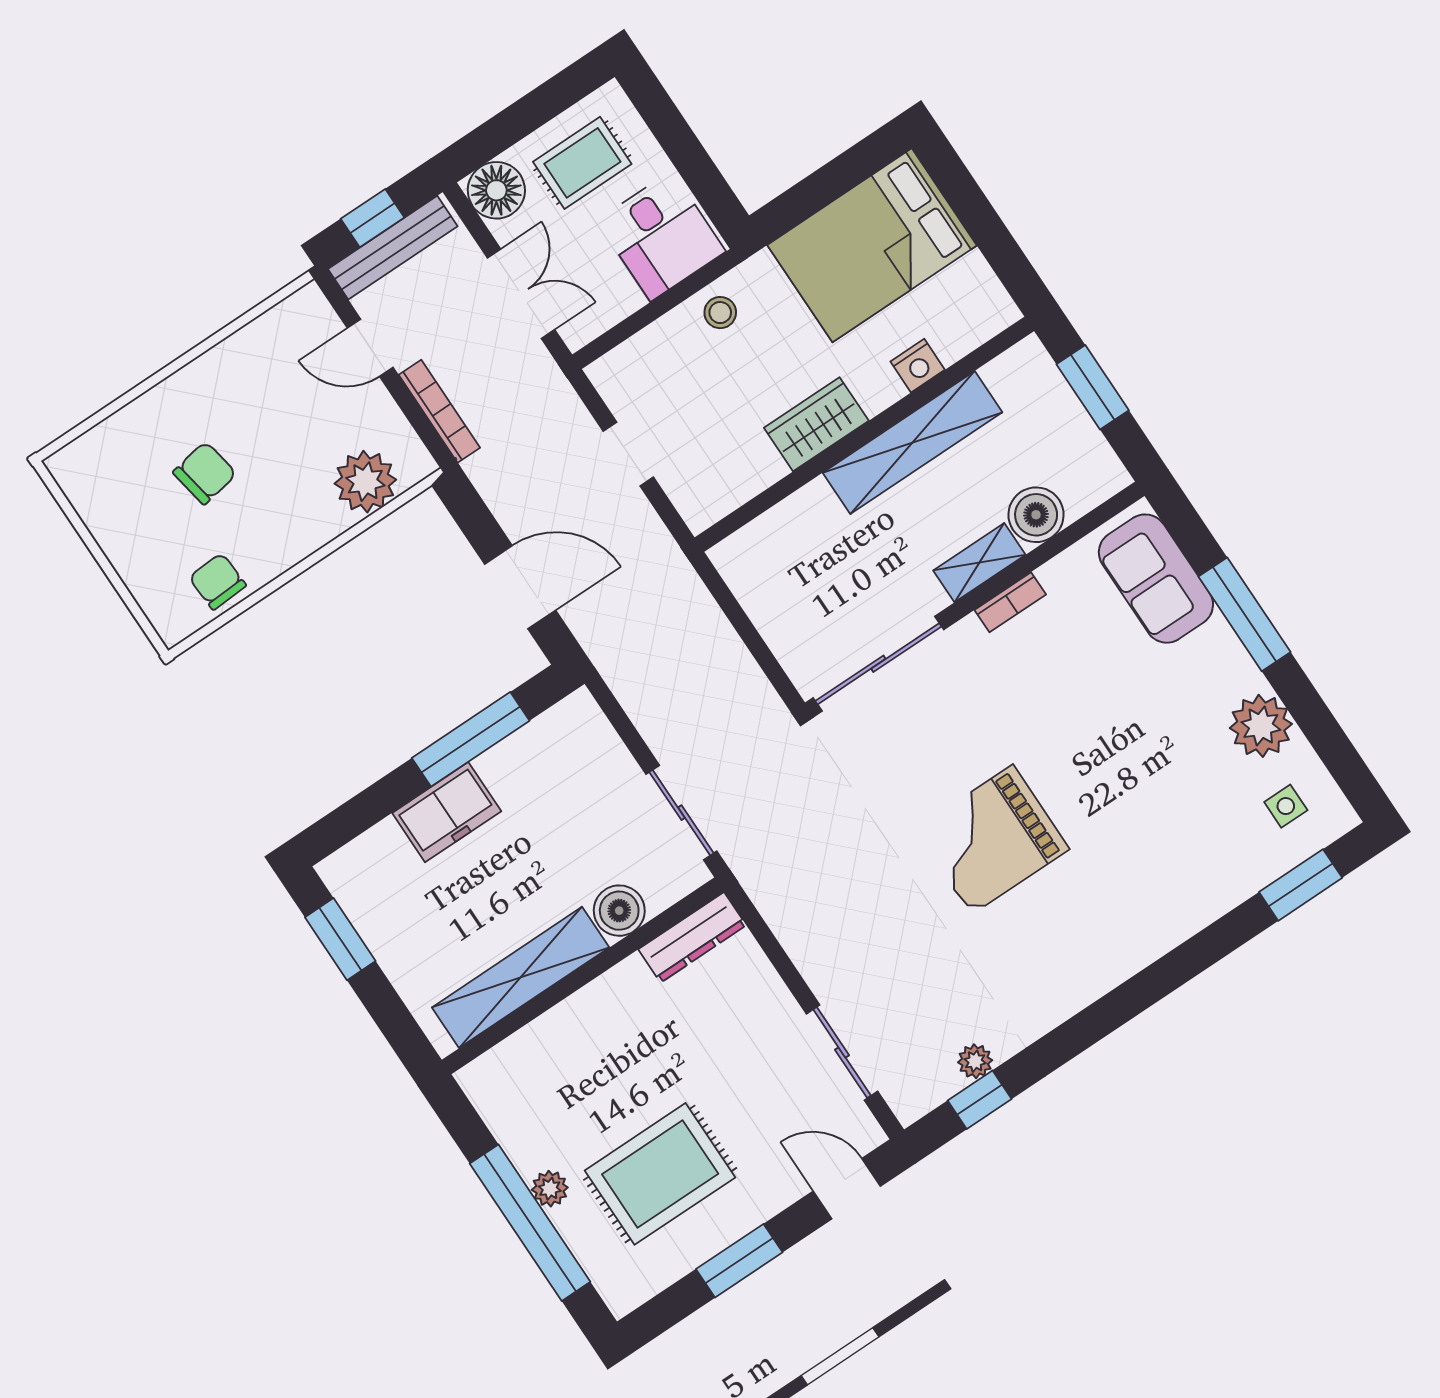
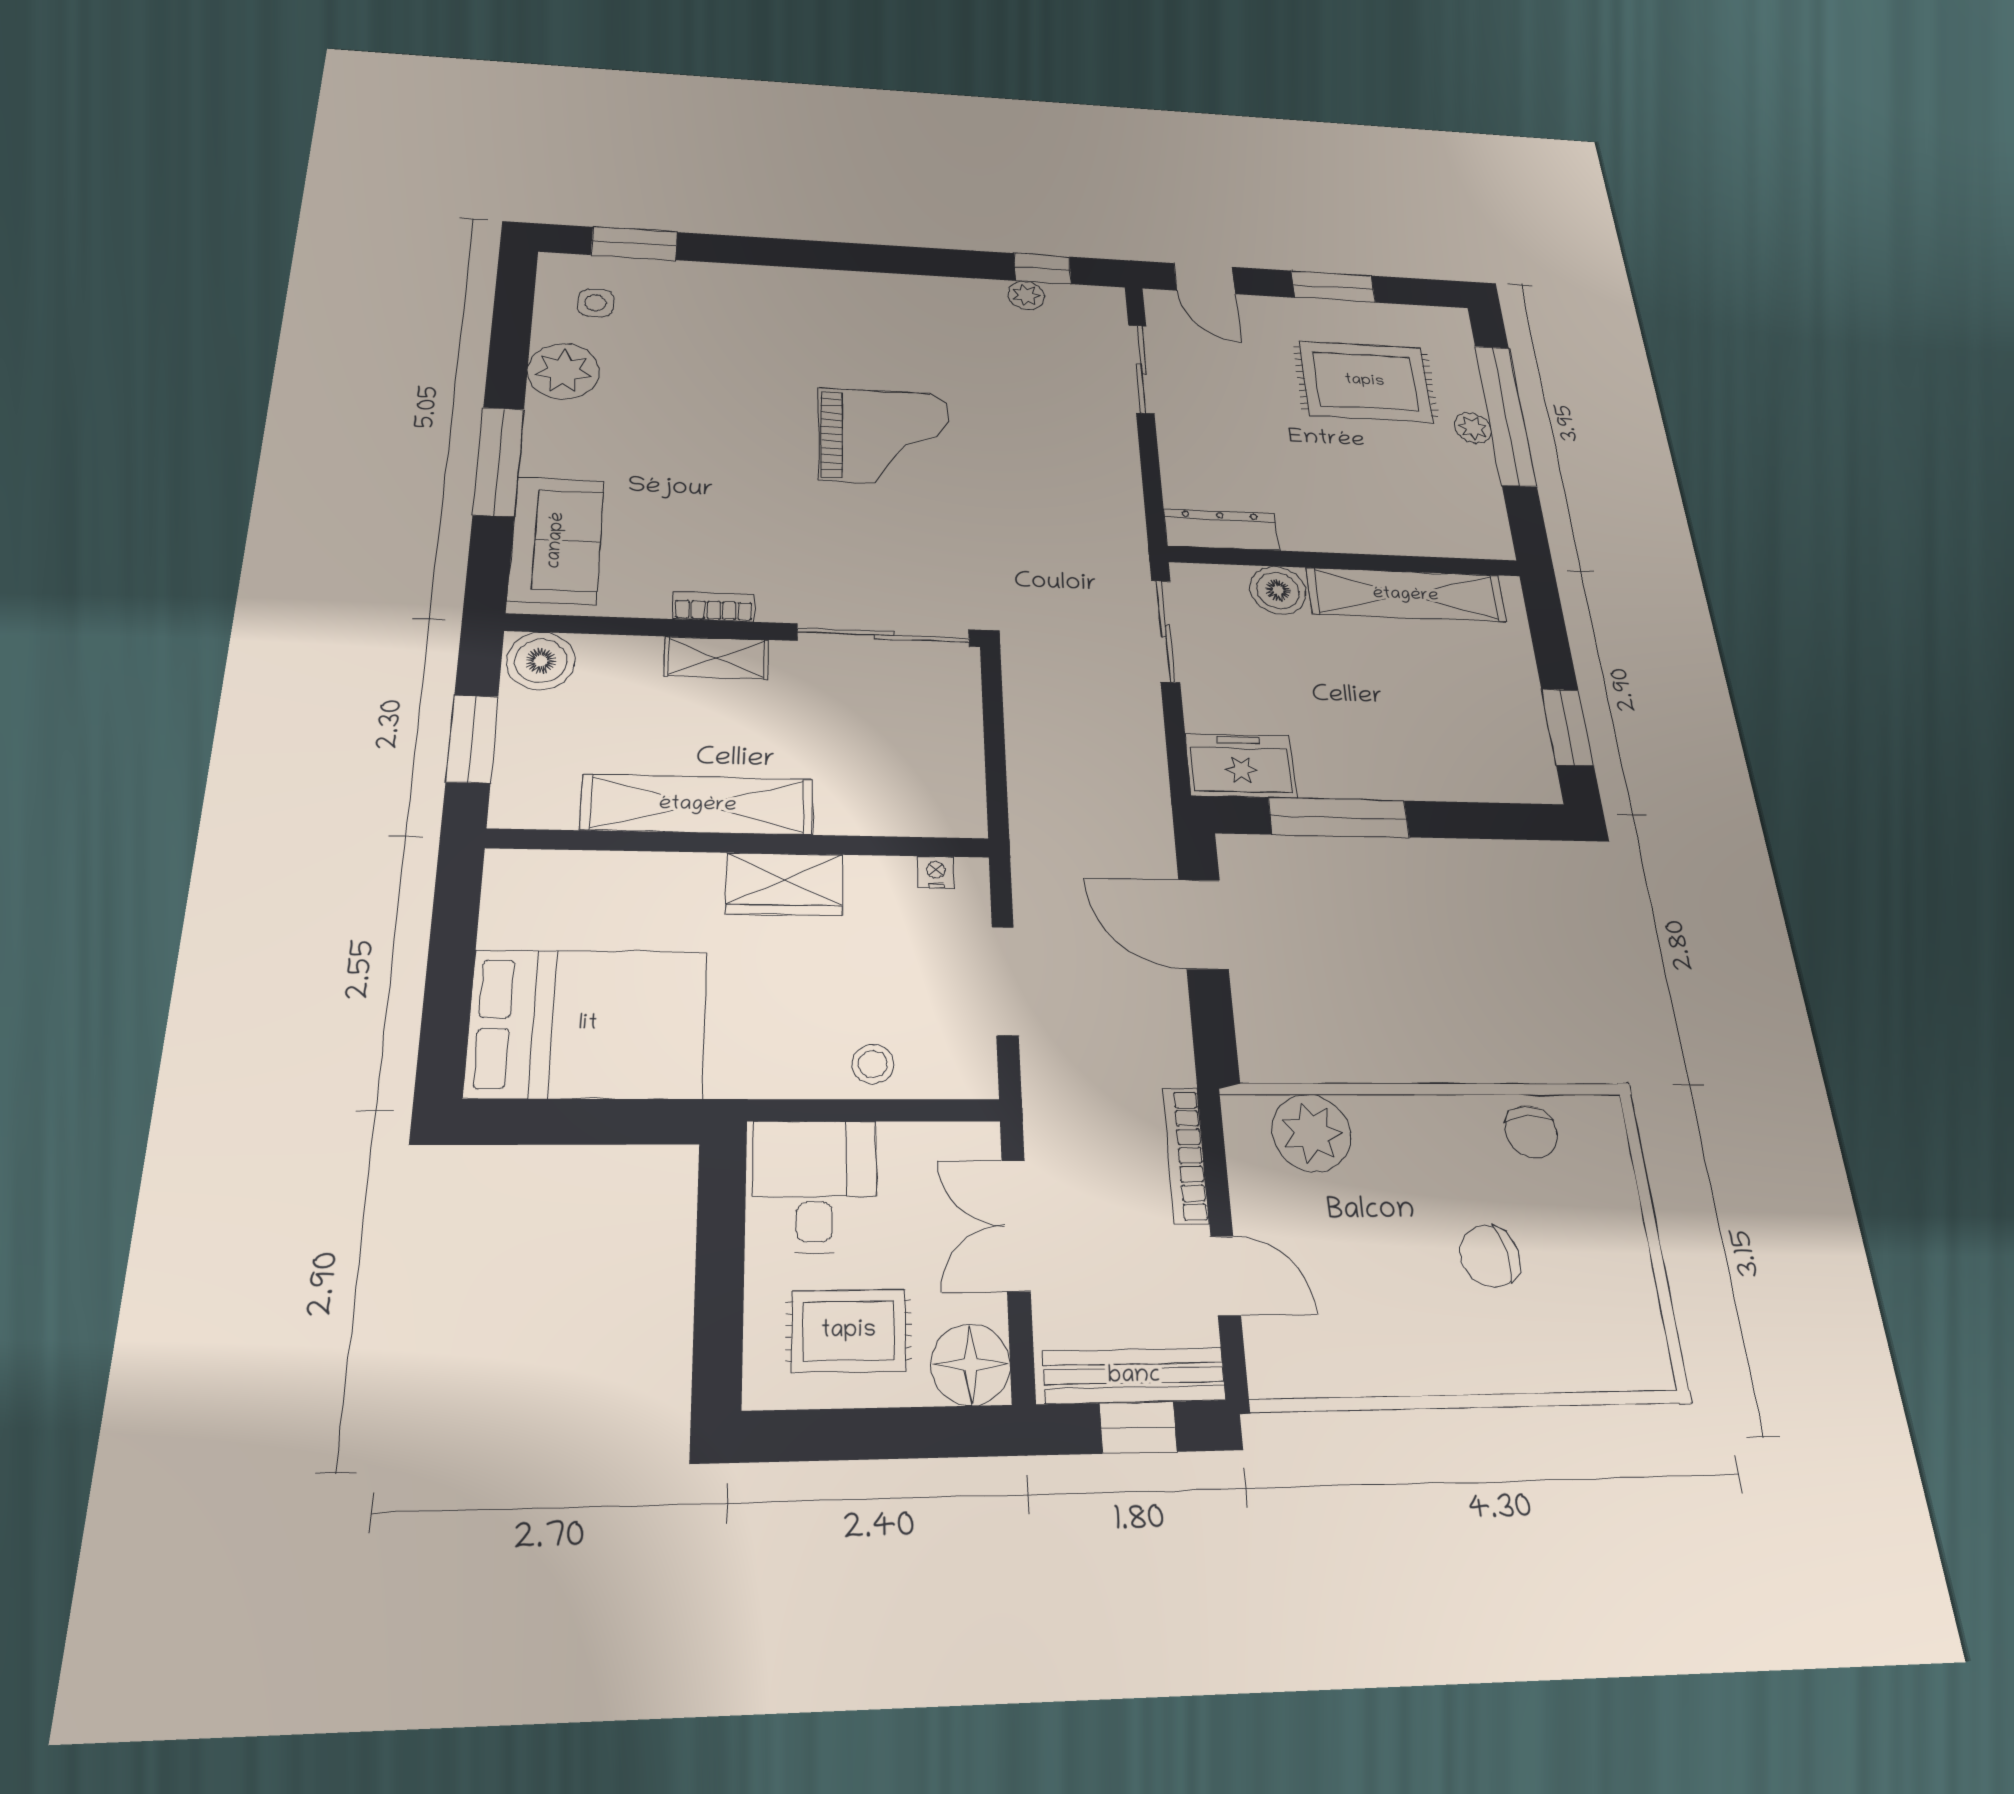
stool: (720, 313) -> (873, 1064), moved
nightstand: (918, 366) -> (936, 872), moved, width x0.72, depth x0.74
doorway: (628, 454) -> (1005, 981), width x1.38
boiler: (1036, 515) -> (541, 661), moved
freezer: (447, 812) -> (1241, 766), moved

